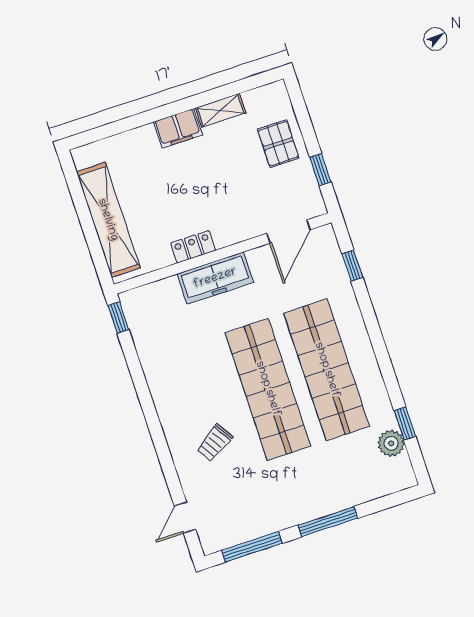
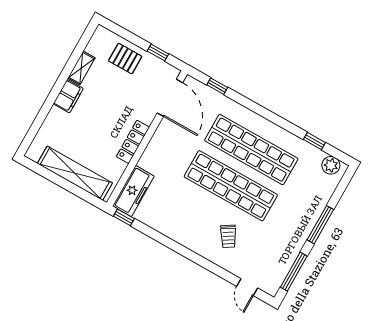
door: (289, 232) -> (170, 98), width x1.36
locker: (193, 247) -> (133, 142), width x1.53
freezer: (215, 278) -> (133, 191), moved
plant: (391, 443) -> (331, 165), moved

